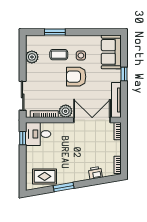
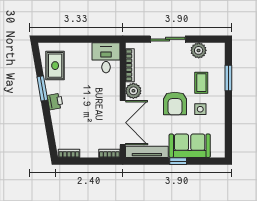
sofa: (111, 52) -> (190, 146), moved
armchair: (76, 77) -> (175, 104), turned 180
sliding door: (23, 96) -> (168, 39), moved
window: (23, 138) -> (101, 39), removed
printer: (95, 173) -> (55, 102), moved

